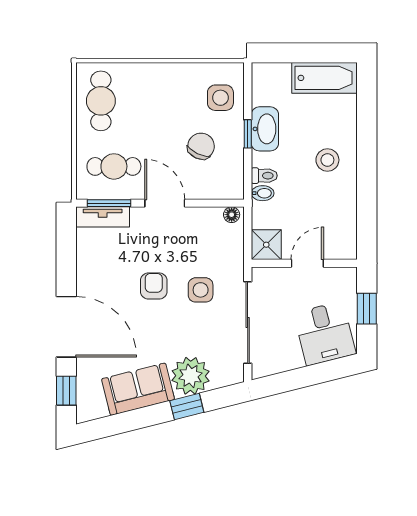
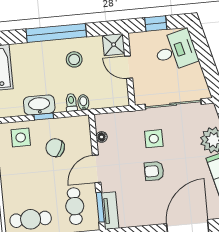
stool: (327, 160) -> (74, 59), moved
window: (367, 164) -> (56, 33), added
floor lamp: (232, 215) -> (102, 137), moved
shower: (266, 245) -> (114, 45), moved

